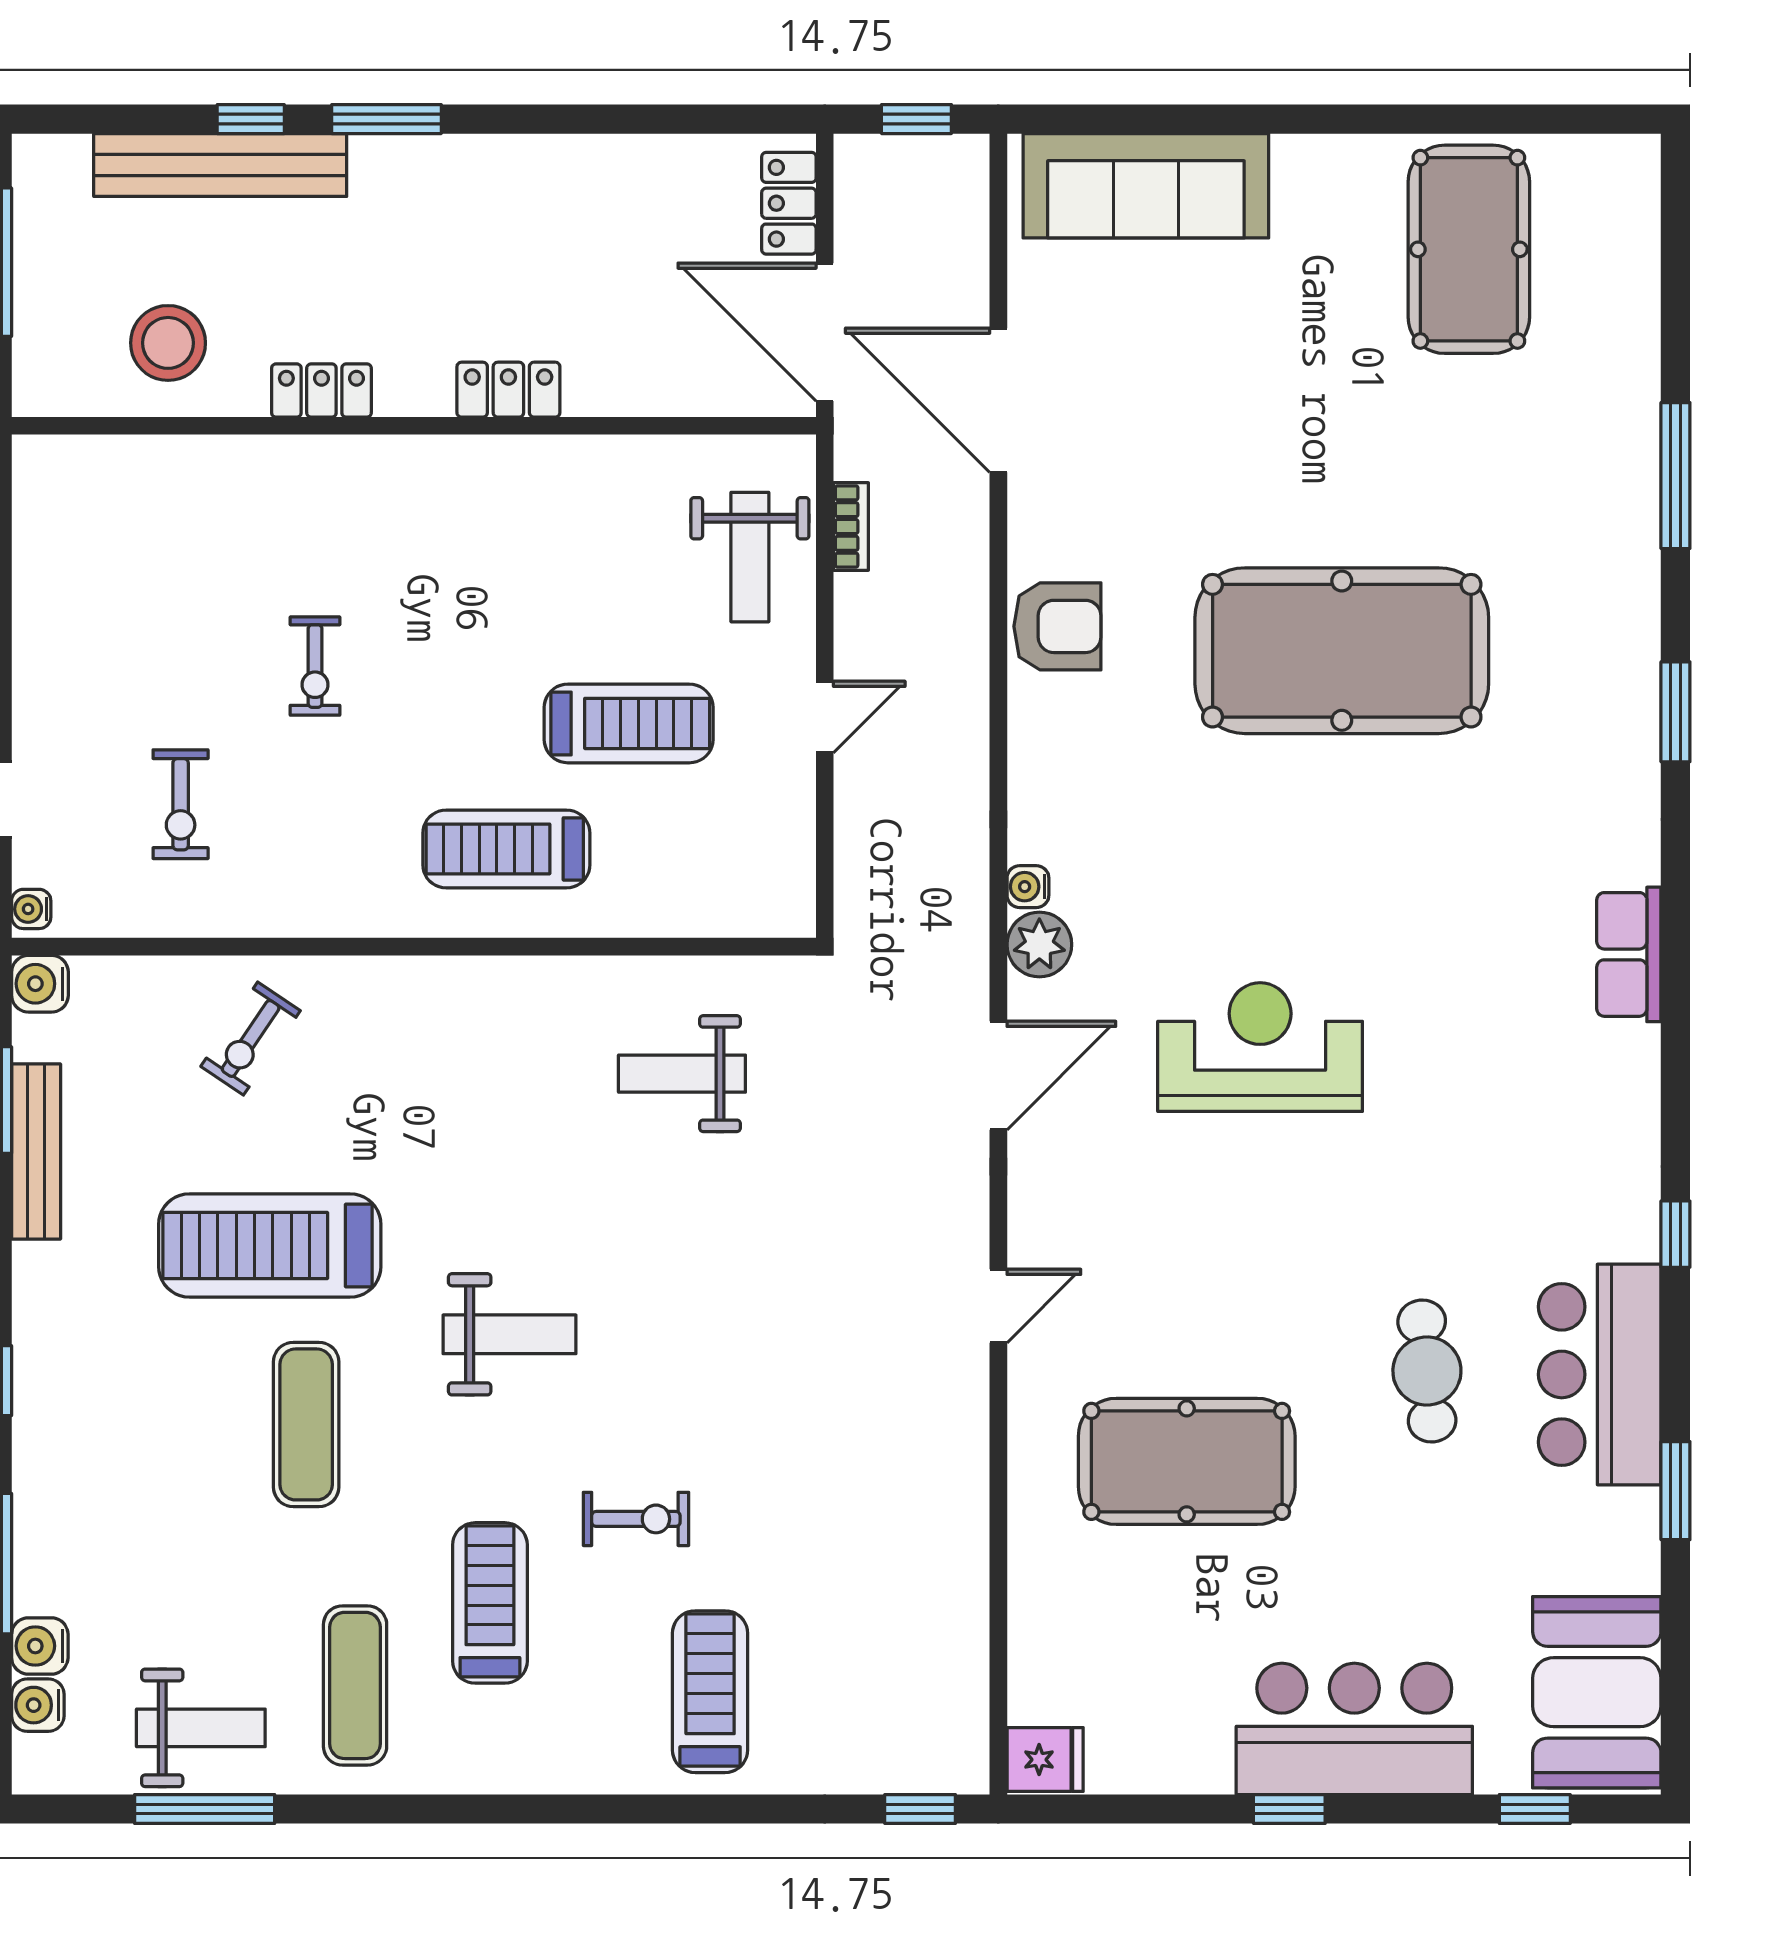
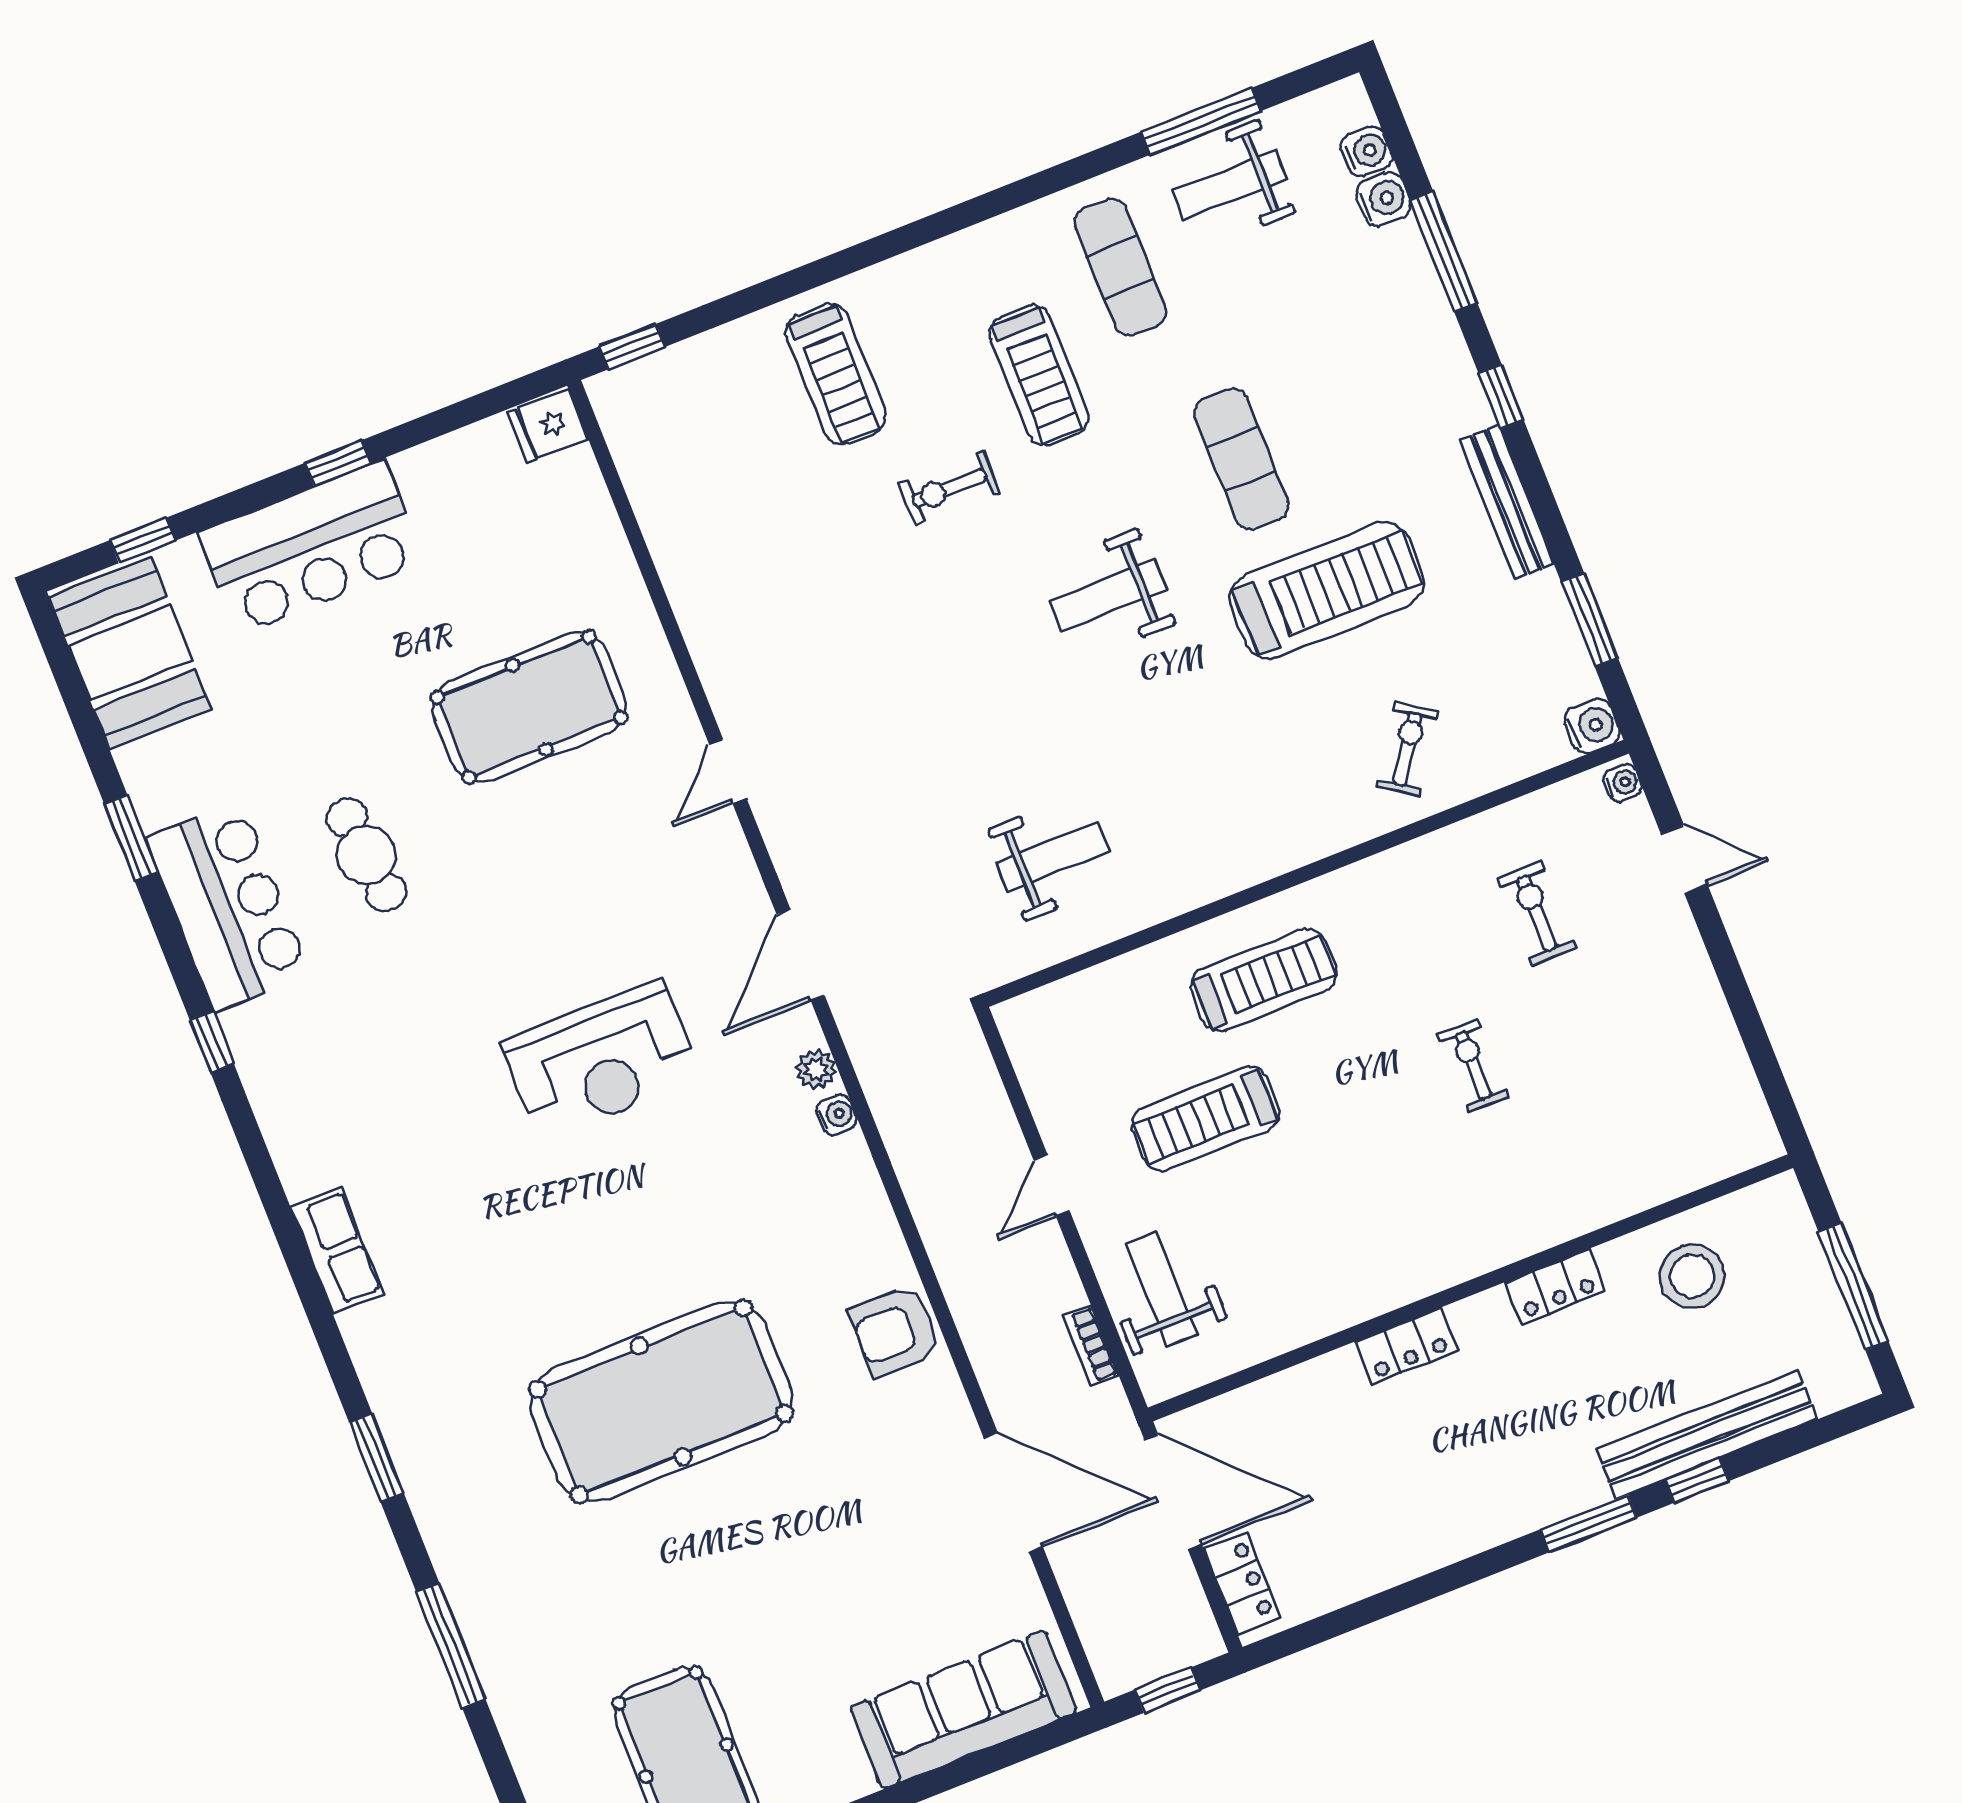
plant: (1039, 945) -> (816, 1069), width x0.73, depth x0.73
bench: (36, 1151) -> (1507, 502), moved

